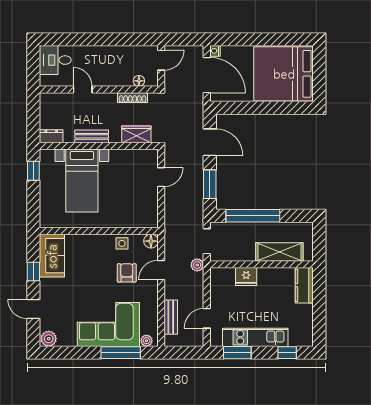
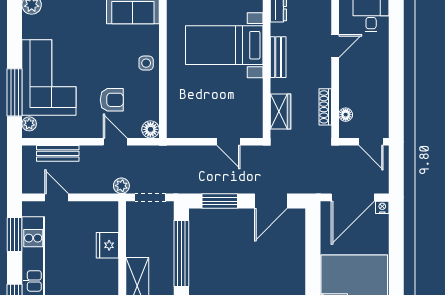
side table: (122, 243) -> (146, 63), moved

